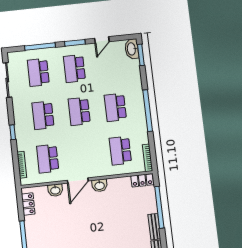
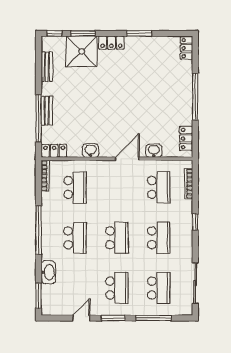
washbasin: (132, 49) -> (48, 272), moved
washbasin: (100, 185) -> (91, 150), moved
bench: (154, 227) -> (47, 111), moved

